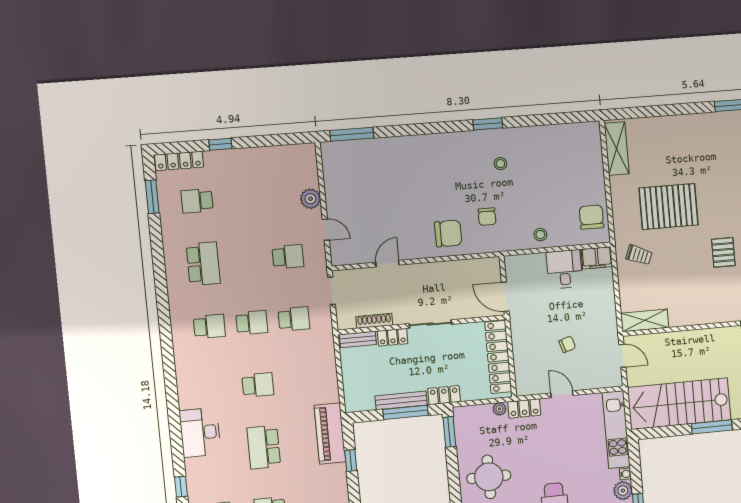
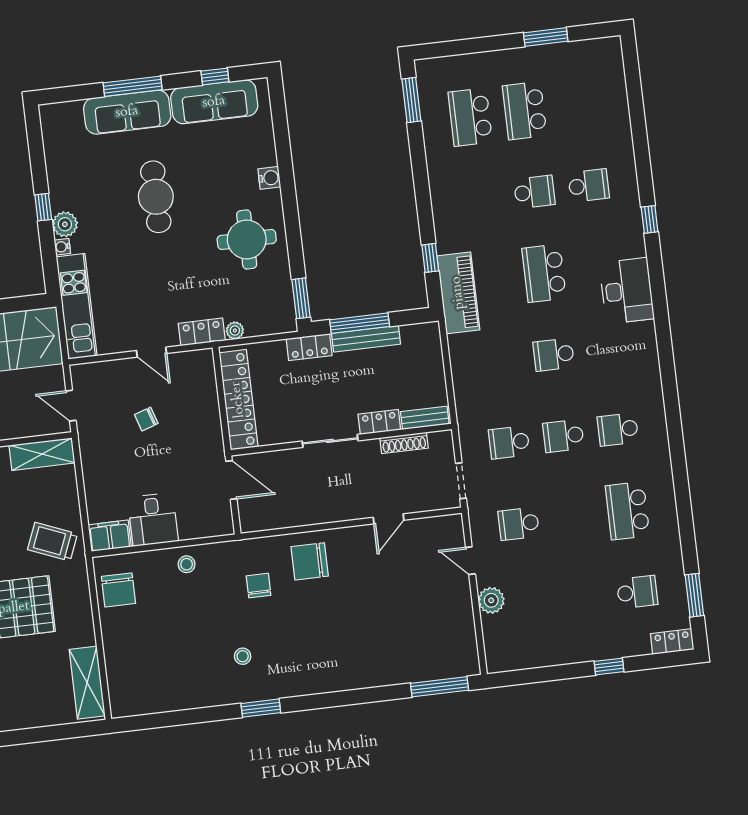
locker: (179, 161) -> (672, 642), width x0.66
trolley: (639, 255) -> (52, 542), width x1.36, depth x1.39
school desk: (264, 447) -> (544, 273), turned 180

